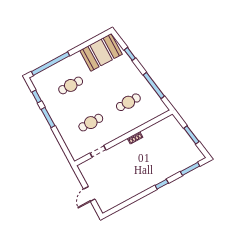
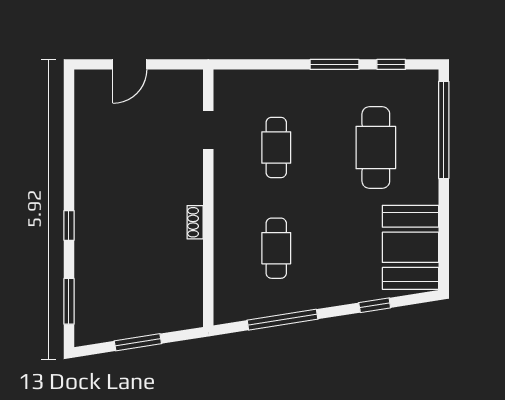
cafe table: (71, 85) -> (376, 148), width x1.37, depth x1.35
door: (89, 194) -> (130, 64), swing flipped

